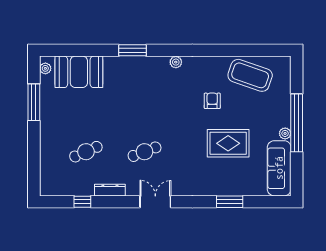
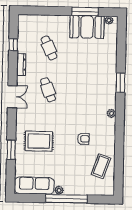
booth: (79, 72) -> (87, 27), moved, turned 90
coffee table: (250, 75) -> (101, 166), width x0.73, depth x0.76
rug: (228, 143) -> (39, 141), moved, turned 90

